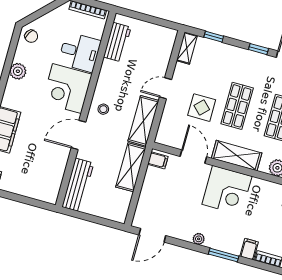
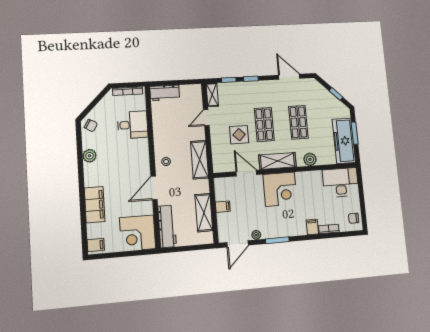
workbench: (117, 42) -> (165, 93), moved, turned 90
window: (259, 49) -> (251, 79), moved
corner desk: (67, 88) -> (138, 233), moved
door: (166, 88) -> (206, 118), moved
filing cabinet: (158, 160) -> (223, 207), moved
shelving: (131, 167) -> (204, 213), moved
plant: (199, 239) -> (256, 235), moved
window: (224, 255) -> (277, 240), moved

